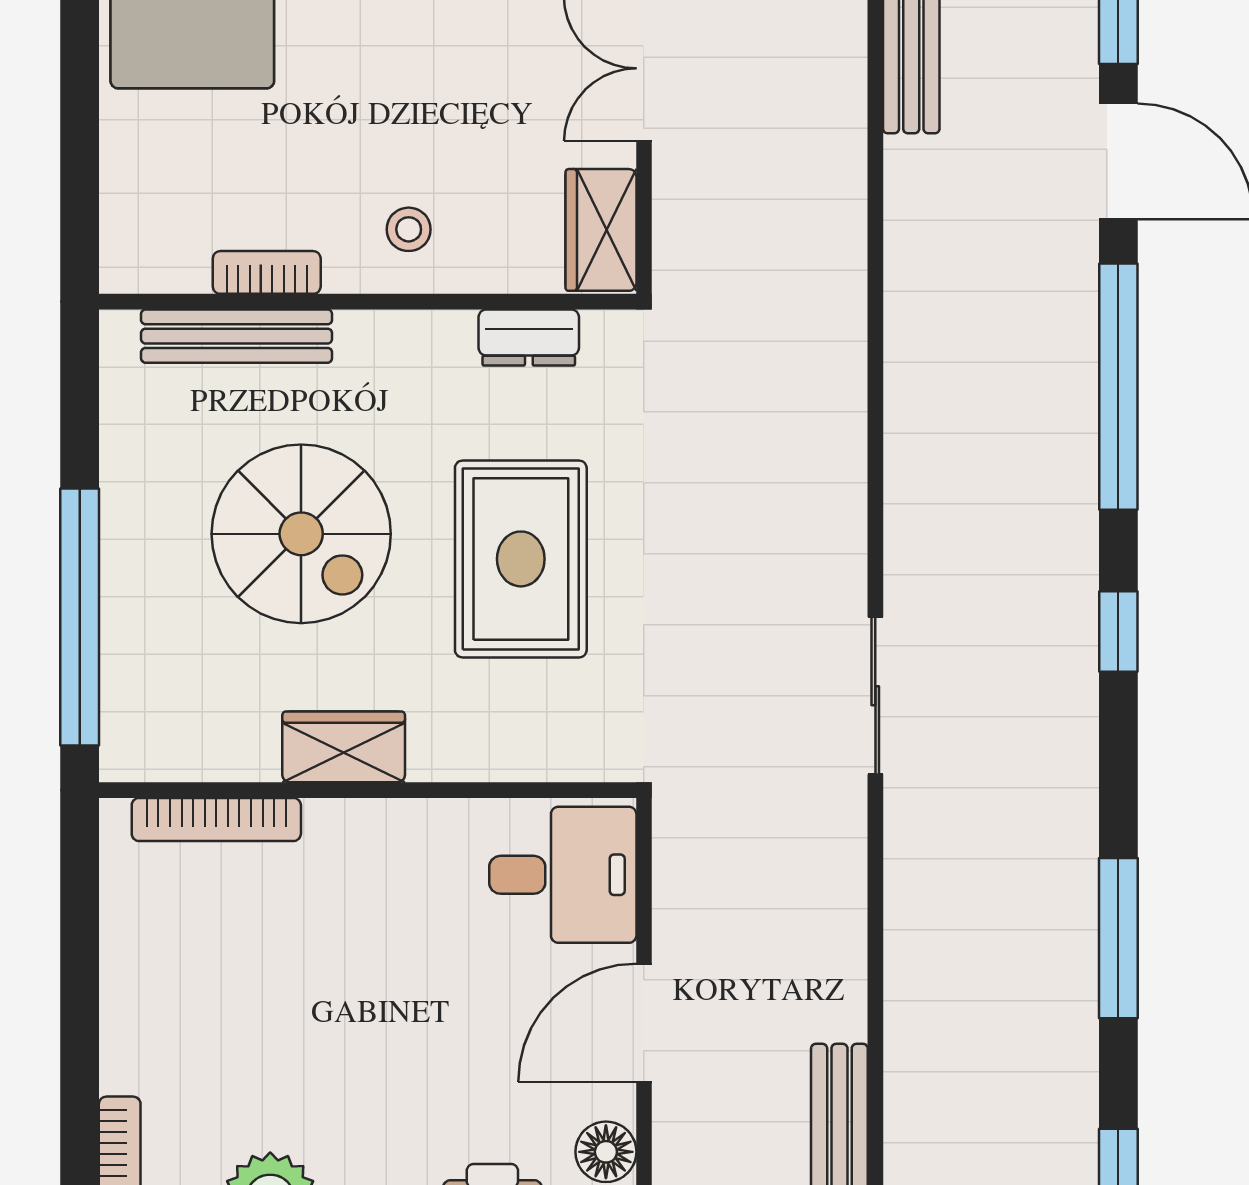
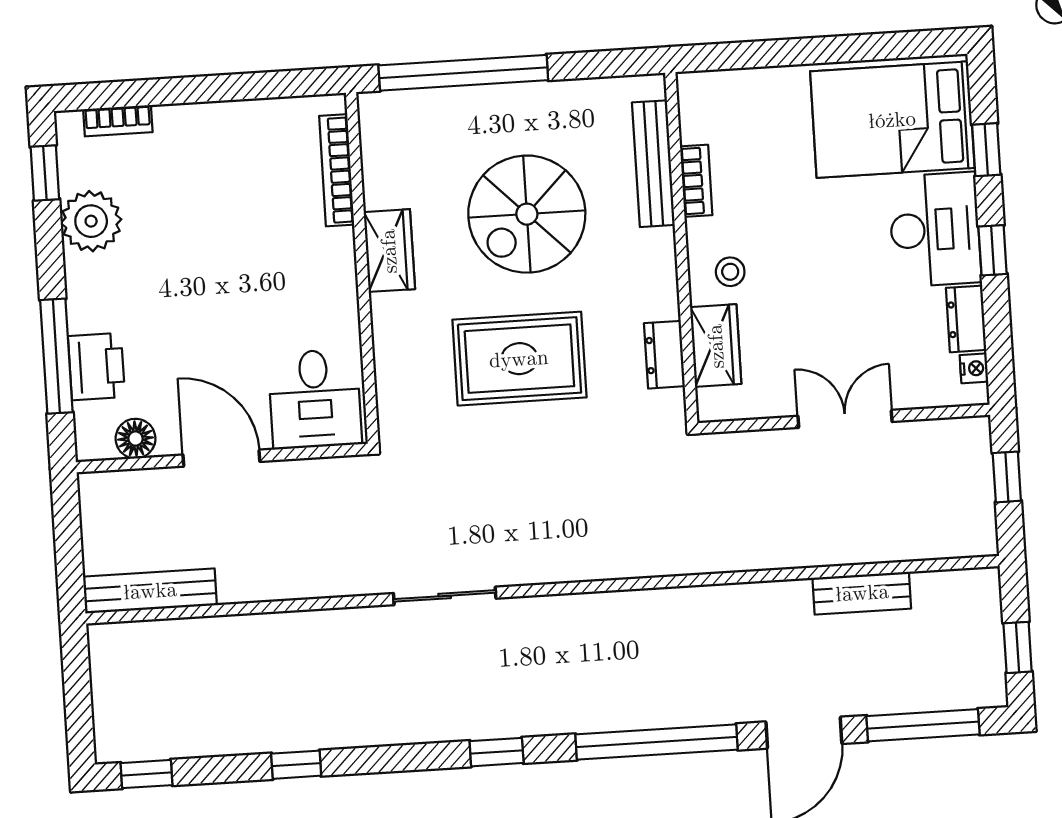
wardrobe: (601, 230) -> (716, 346), moved, turned 90
window: (1118, 938) -> (296, 765), width x0.46

